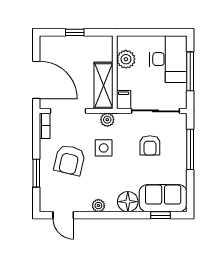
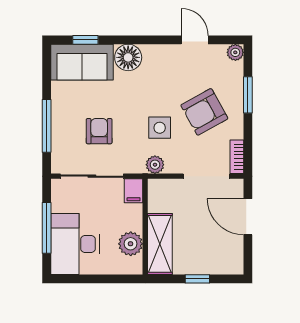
door: (36, 80) -> (248, 217), width x0.73
shelving: (103, 86) -> (160, 244), moved
armchair: (70, 160) -> (204, 112), turned -132
plant: (98, 206) -> (235, 52), moved
door: (63, 215) -> (195, 40), moved

